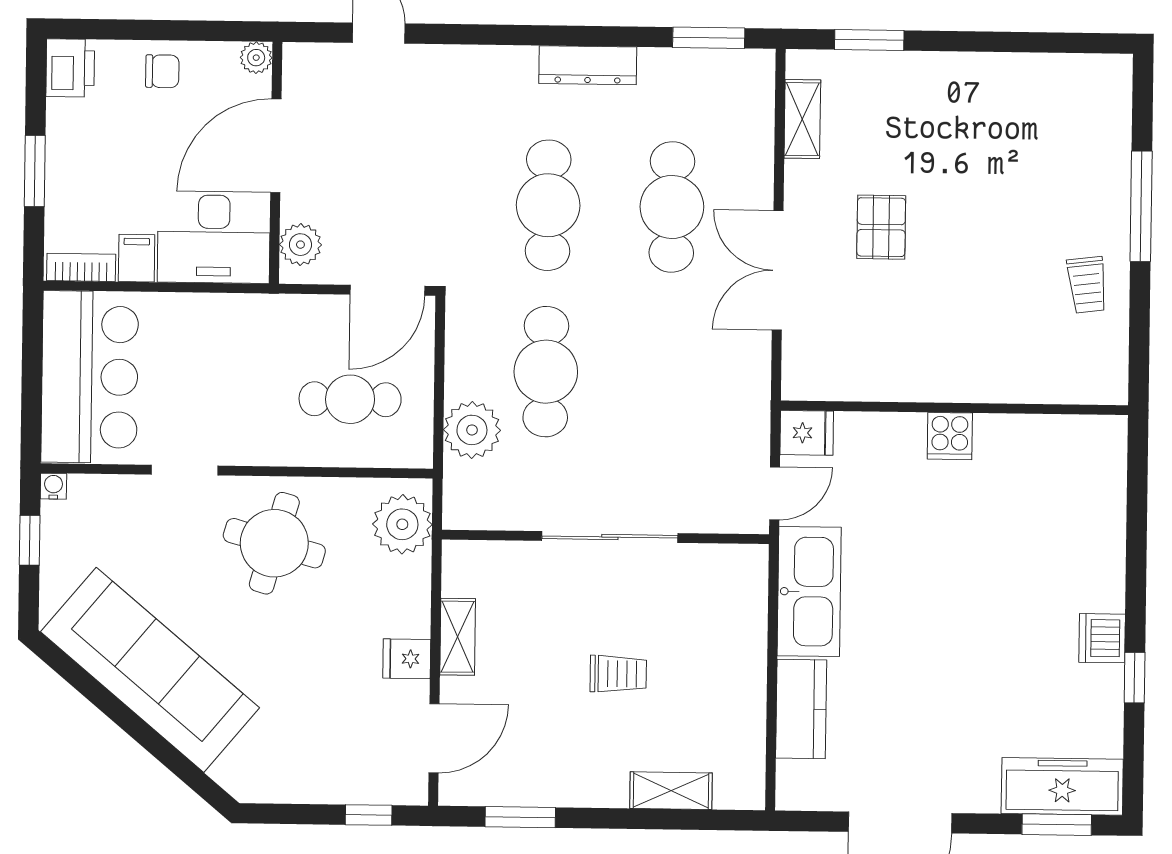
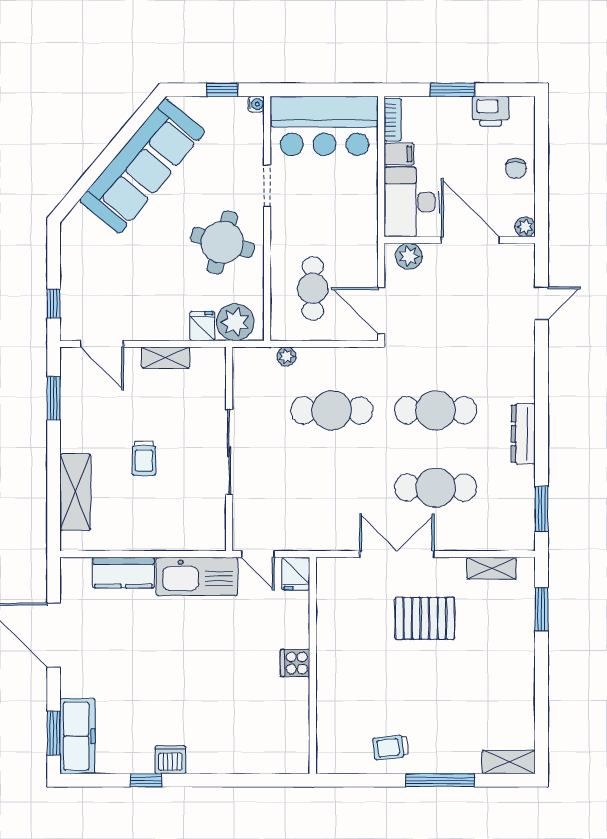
printer: (70, 68) -> (491, 111), moved
shelving: (1113, 96) -> (509, 762), added
pallet: (881, 227) -> (425, 618), width x1.50, depth x1.42
plant: (472, 430) -> (286, 356), width x0.53, depth x0.53
fridge: (407, 659) -> (202, 326), moved
shelving: (671, 791) -> (75, 492), width x1.50, depth x1.33

